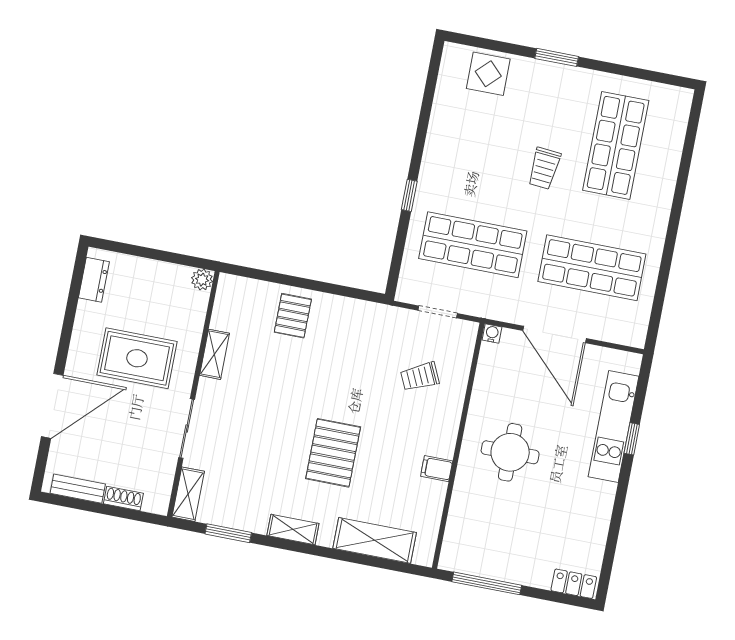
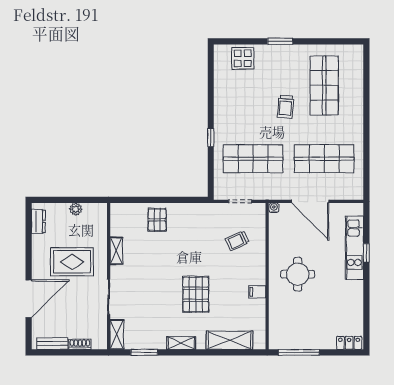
plant: (202, 280) -> (76, 209), moved

